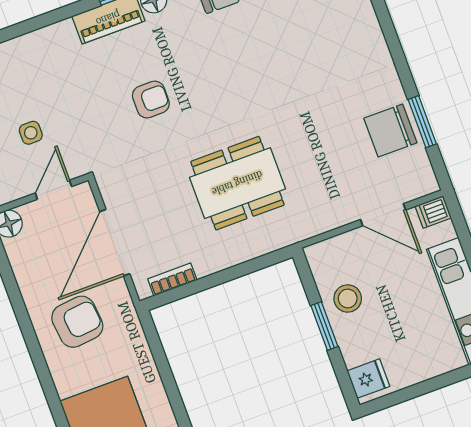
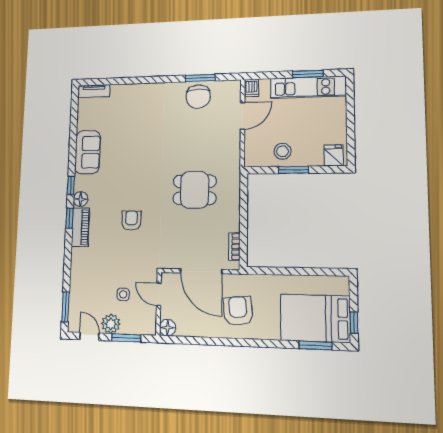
dining table: (237, 183) -> (195, 190), width x0.73

